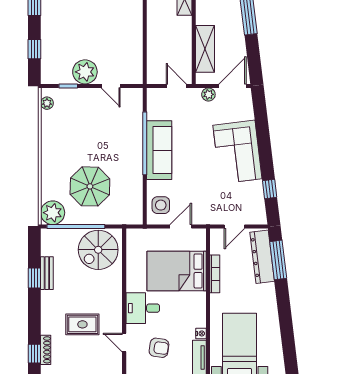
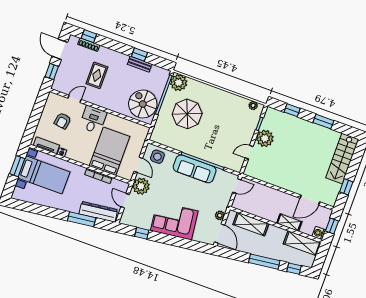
door: (176, 86) -> (237, 186), moved
plant: (208, 213) -> (141, 186), added
window: (278, 260) -> (82, 219), moved

